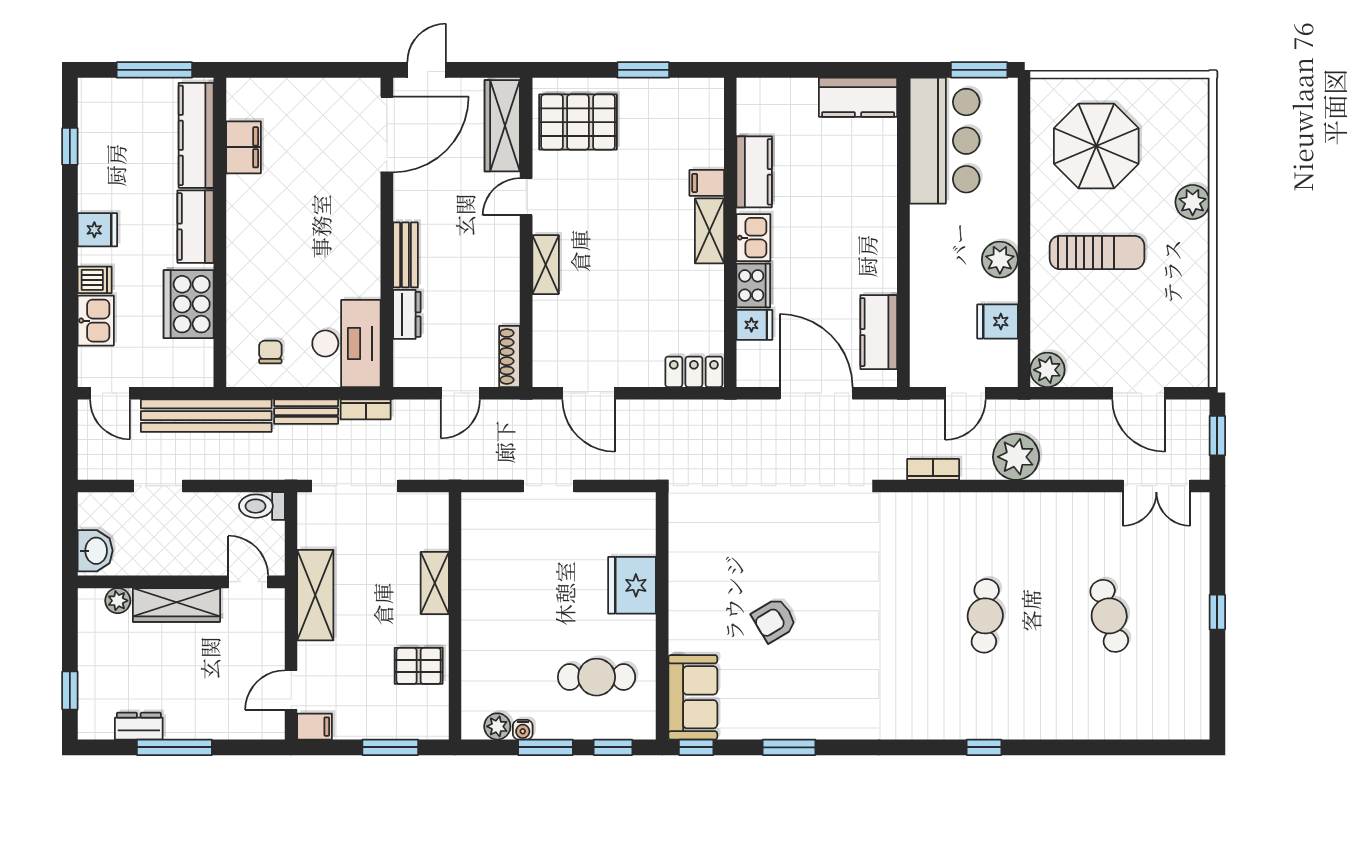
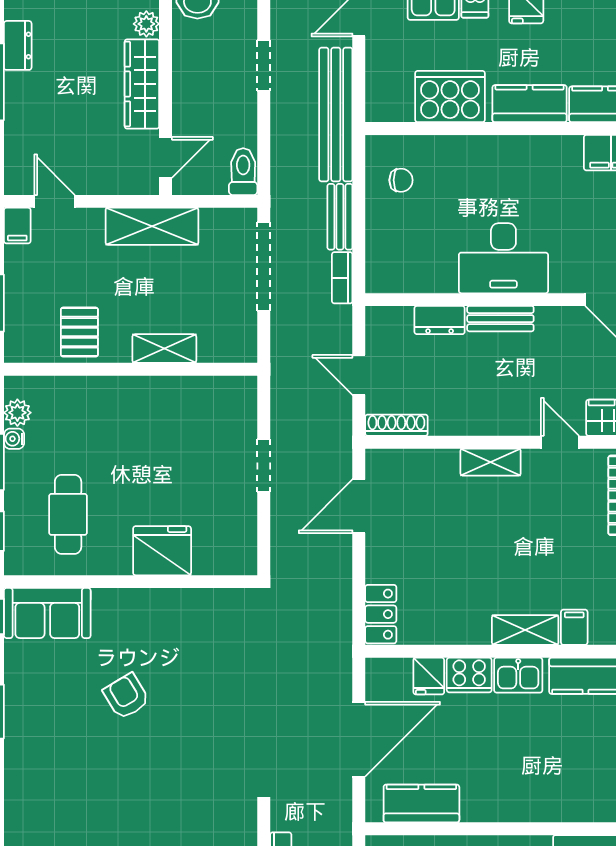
desk: (346, 343) -> (503, 258), moved

